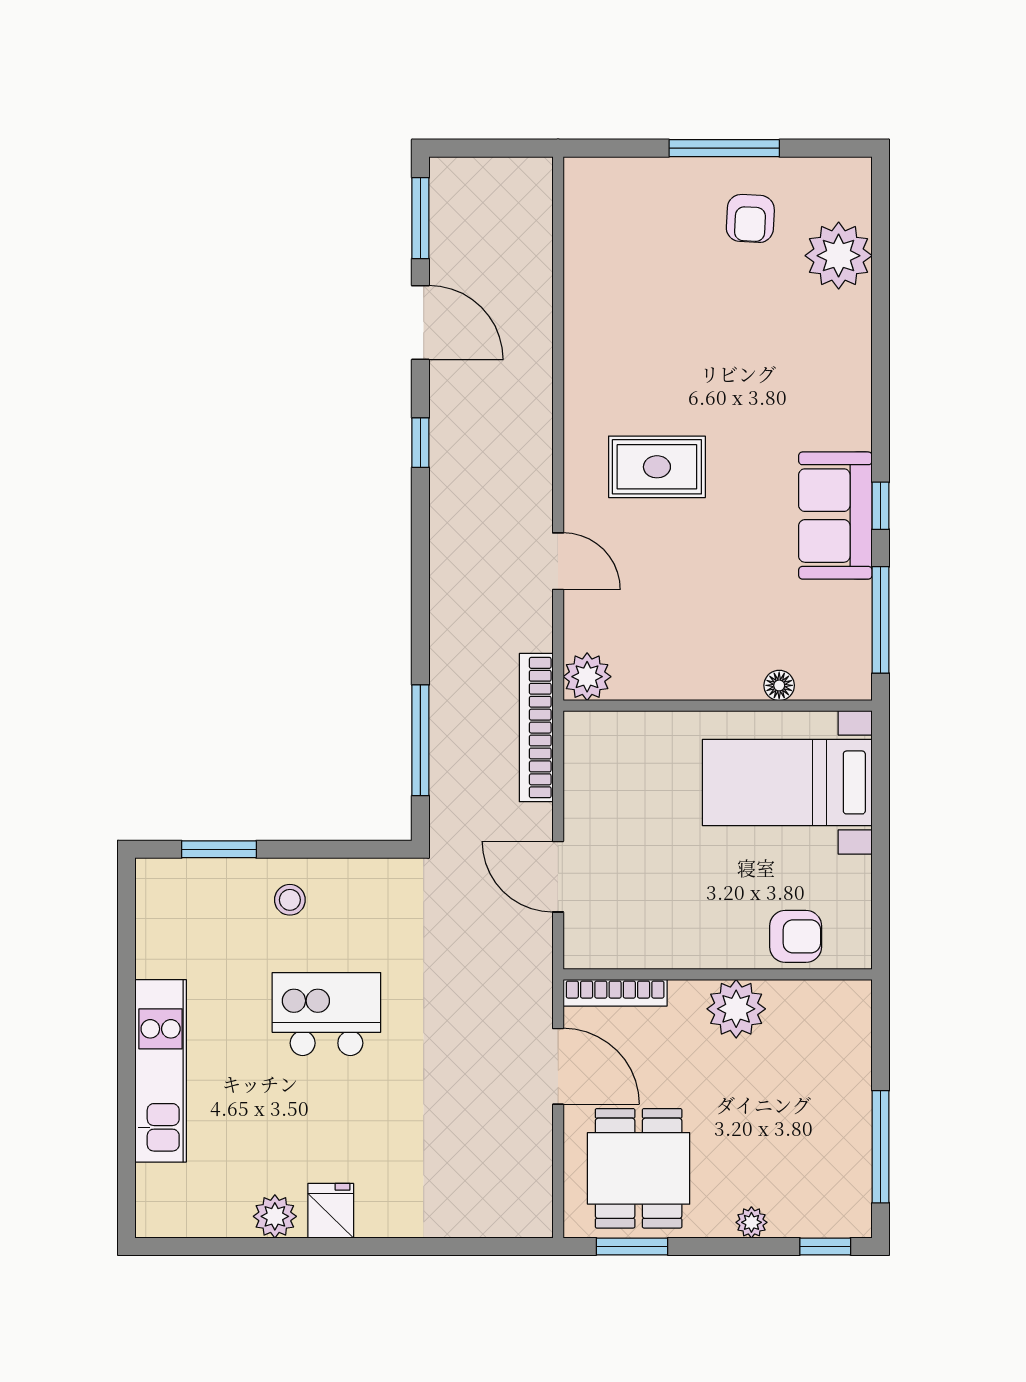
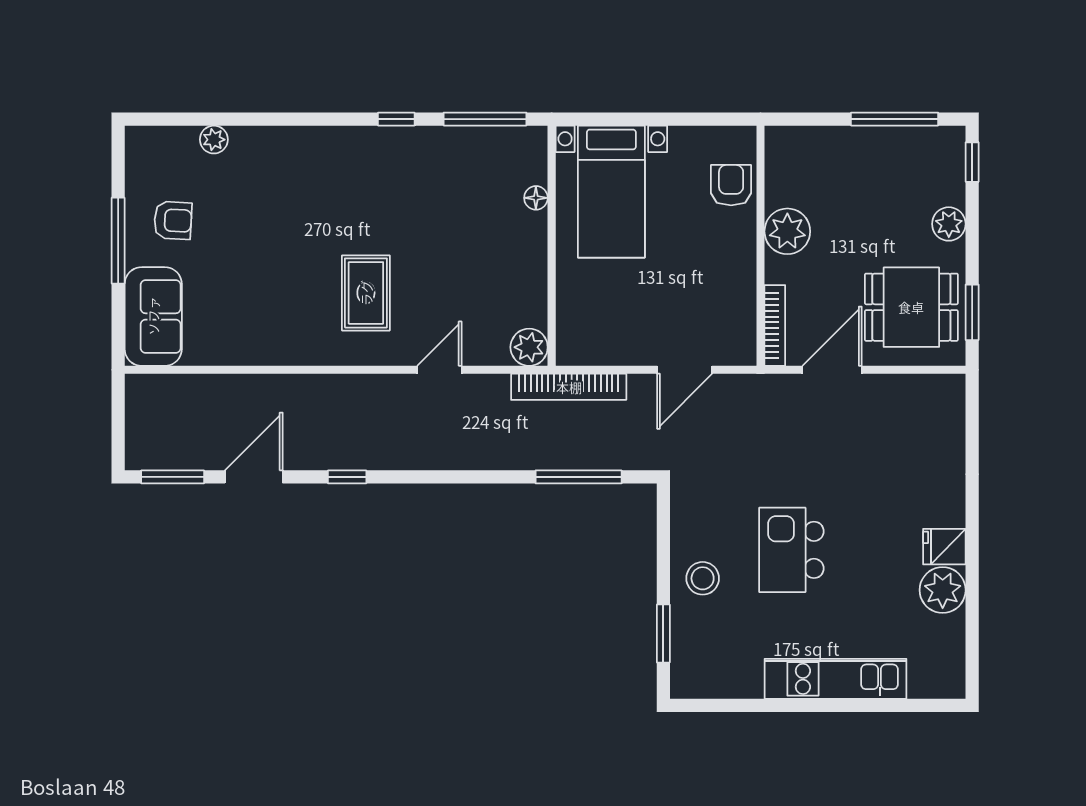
plant: (839, 256) -> (214, 140), width x0.53, depth x0.53
sofa: (835, 516) -> (153, 316), moved, turned -90
stool: (290, 900) -> (703, 578), width x1.37, depth x1.37
plant: (275, 1216) -> (943, 590), width x1.36, depth x1.36
plant: (751, 1222) -> (949, 224), width x1.38, depth x1.38

